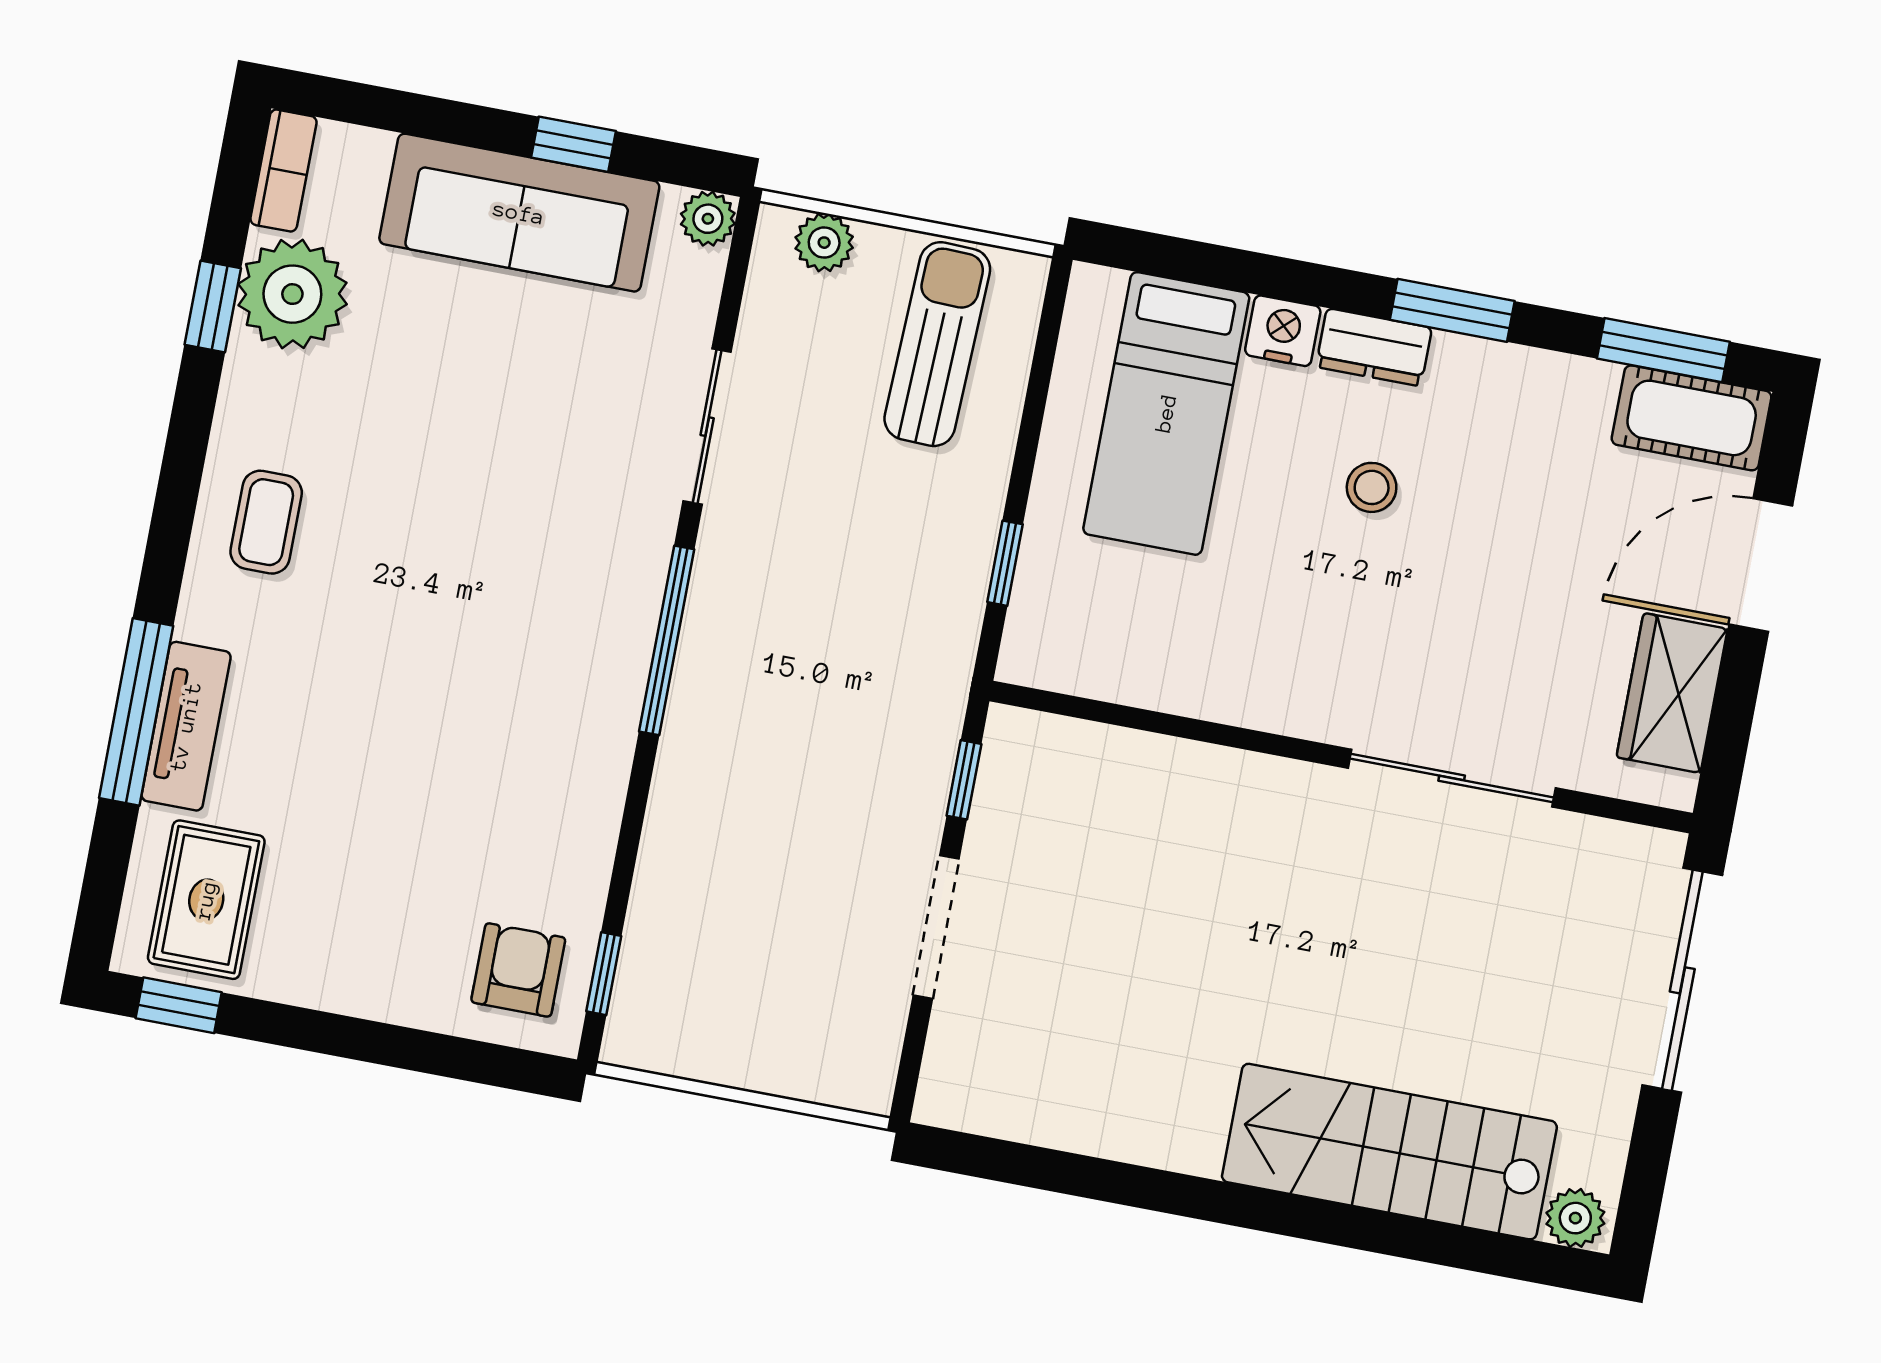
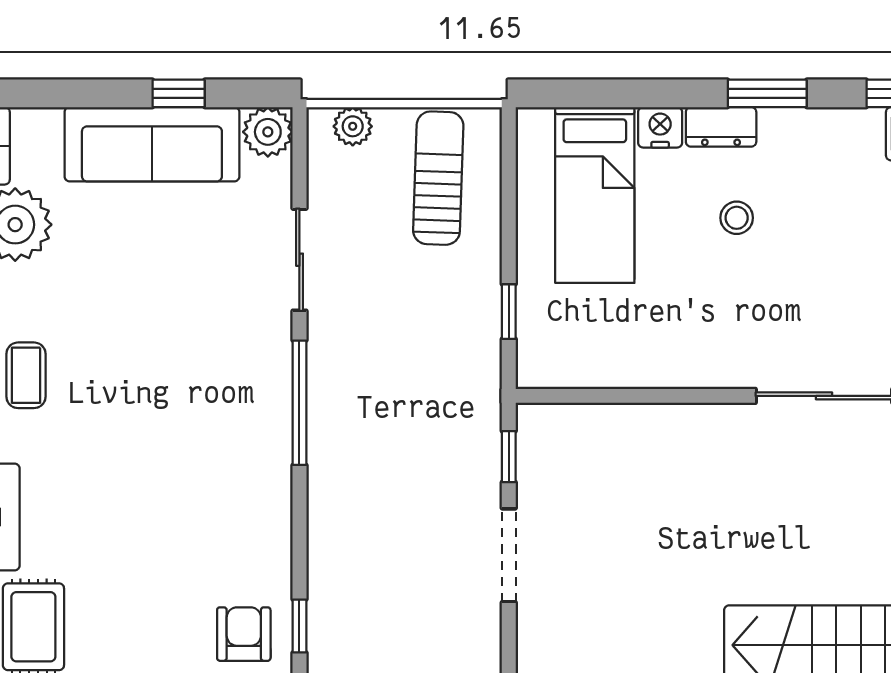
plant: (708, 219) -> (268, 132), width x1.38, depth x1.38

